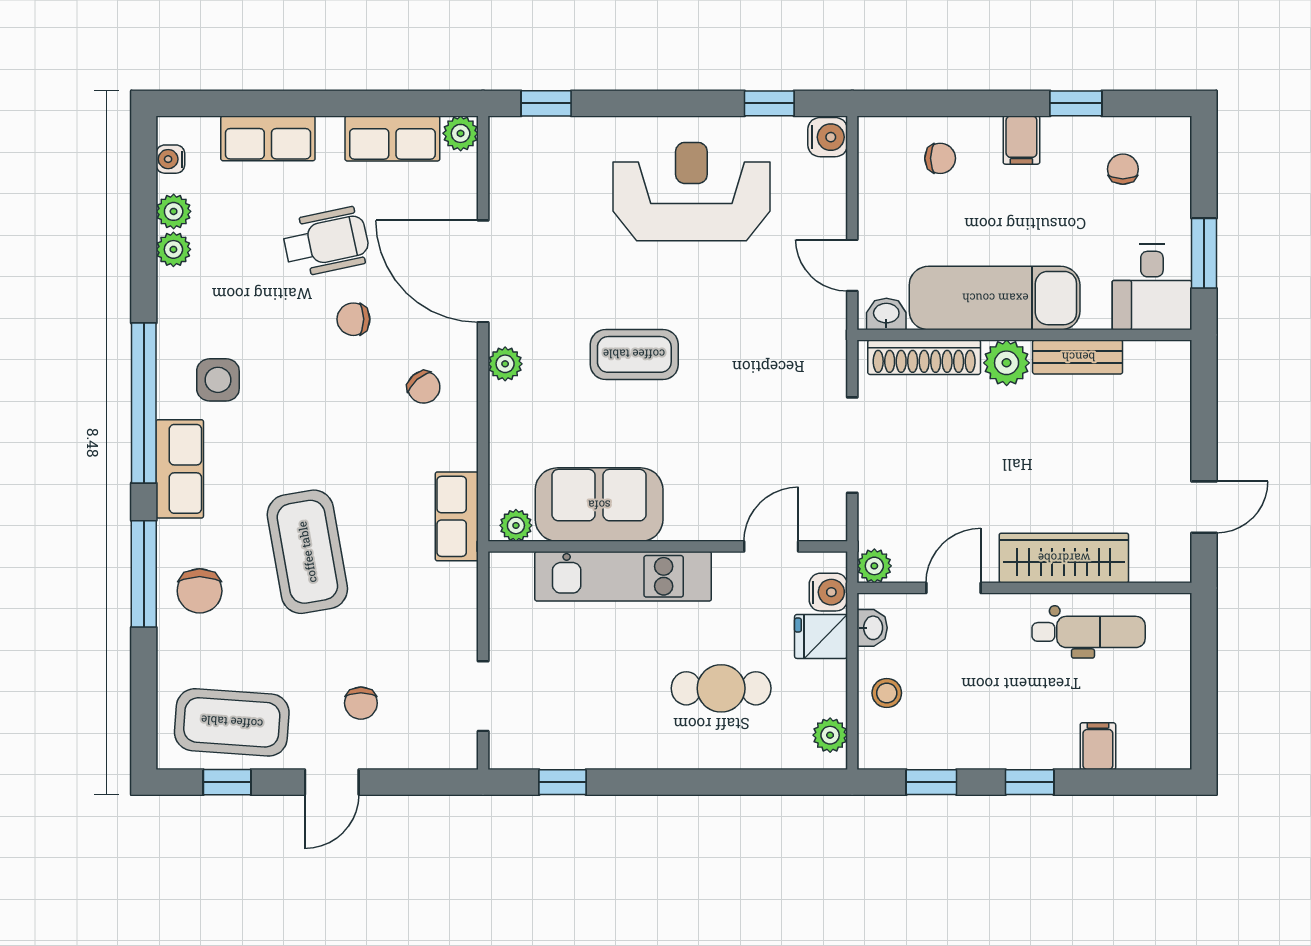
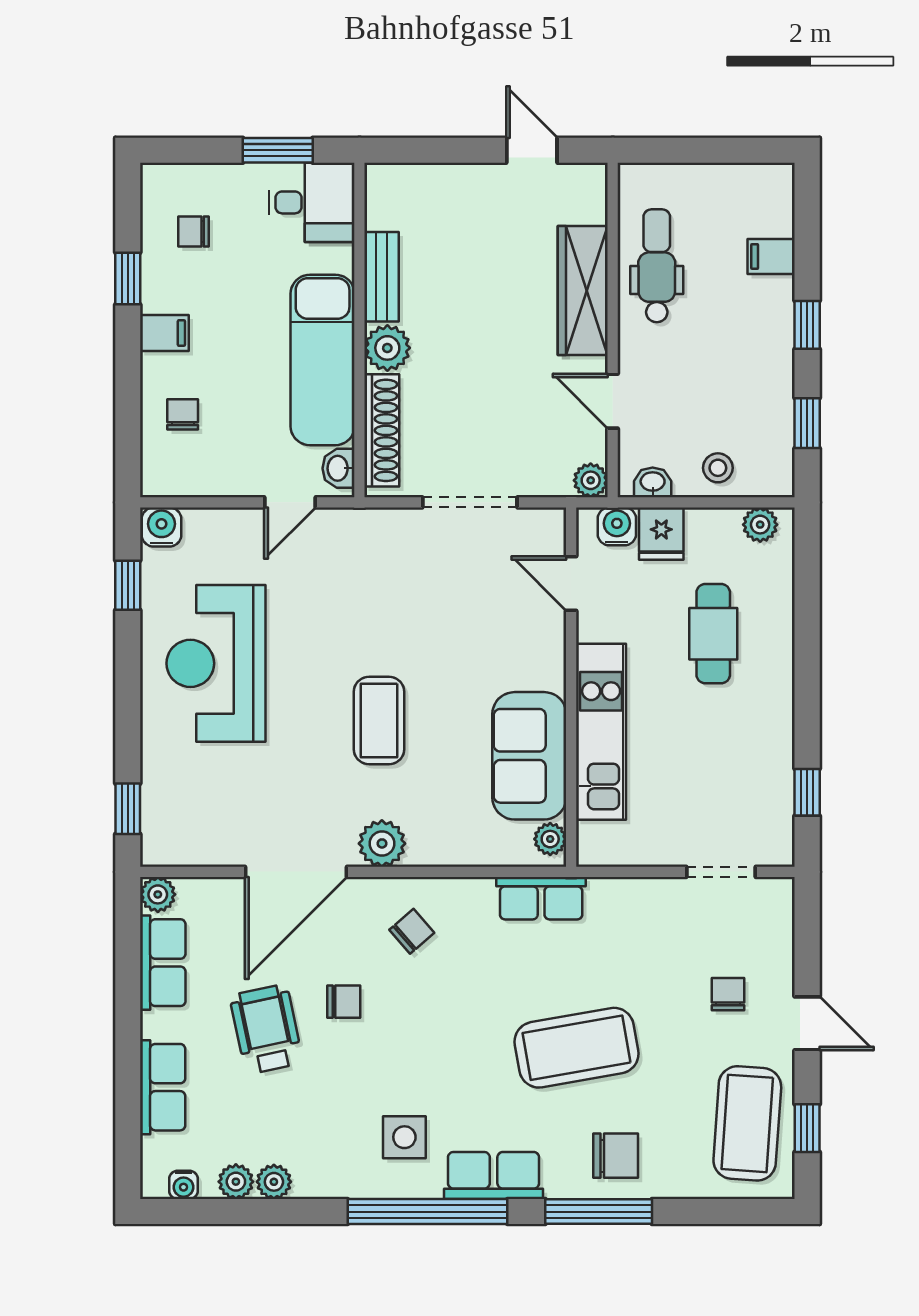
chair: (353, 319) -> (344, 1002), turned -90
plant: (505, 364) -> (382, 843), width x1.38, depth x1.38
chair: (361, 703) -> (728, 994), turned -90

